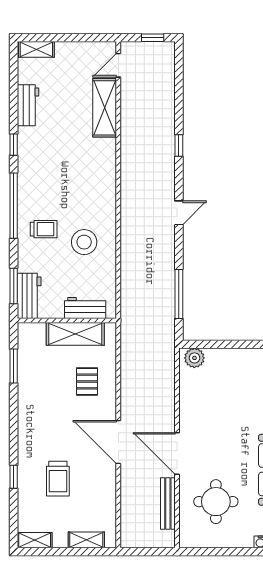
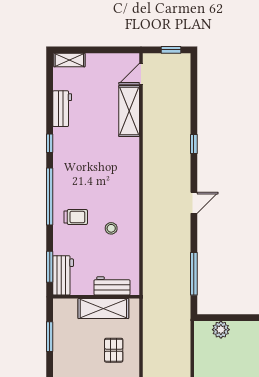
stool: (84, 242) -> (111, 228), width x0.53, depth x0.53
plant: (194, 358) -> (221, 330), moved

